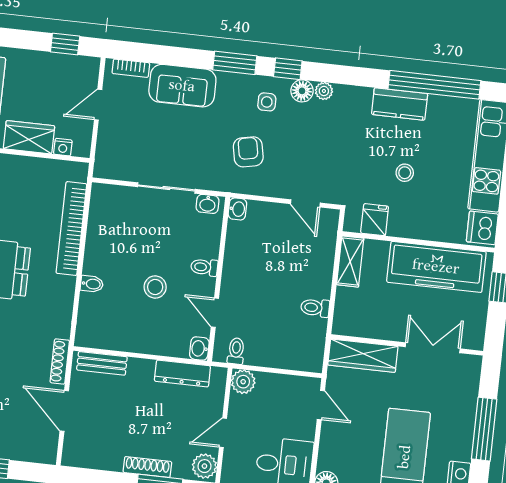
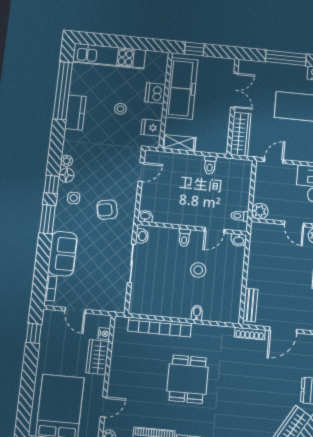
dishwasher: (482, 228) -> (155, 93), moved, turned 90
double door: (433, 348) -> (234, 90), swing flipped
dresser: (182, 374) -> (256, 251), removed

